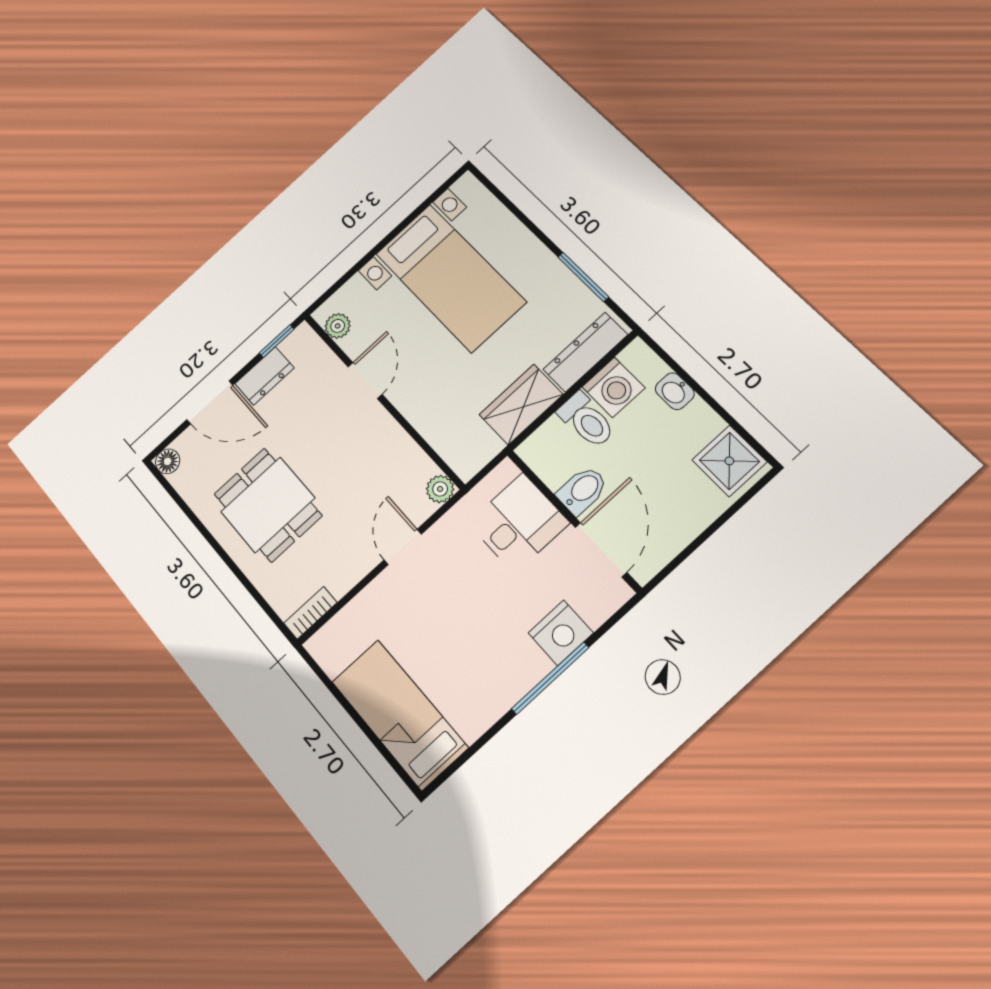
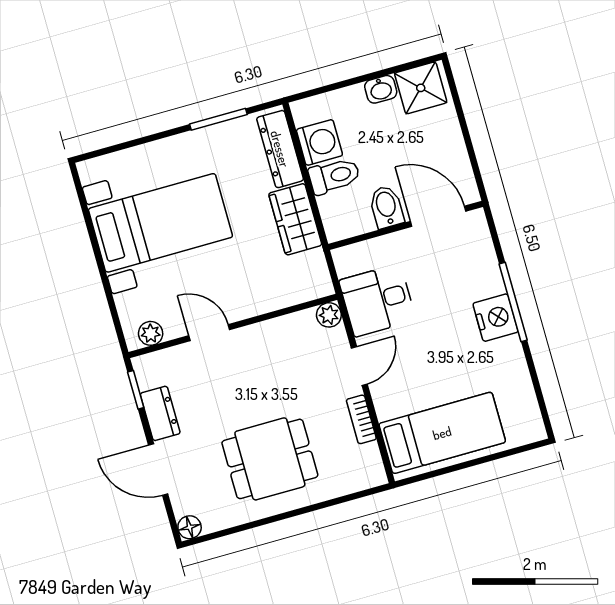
washbasin: (675, 391) -> (381, 89), moved
door: (210, 402) -> (158, 470), swing flipped
desk: (519, 523) -> (378, 300), moved, turned -90
door: (403, 547) -> (359, 366), swing flipped
bookcase: (310, 613) -> (361, 419), moved
nightstand: (561, 633) -> (496, 318), moved
bed: (399, 714) -> (442, 433), moved, turned 180

